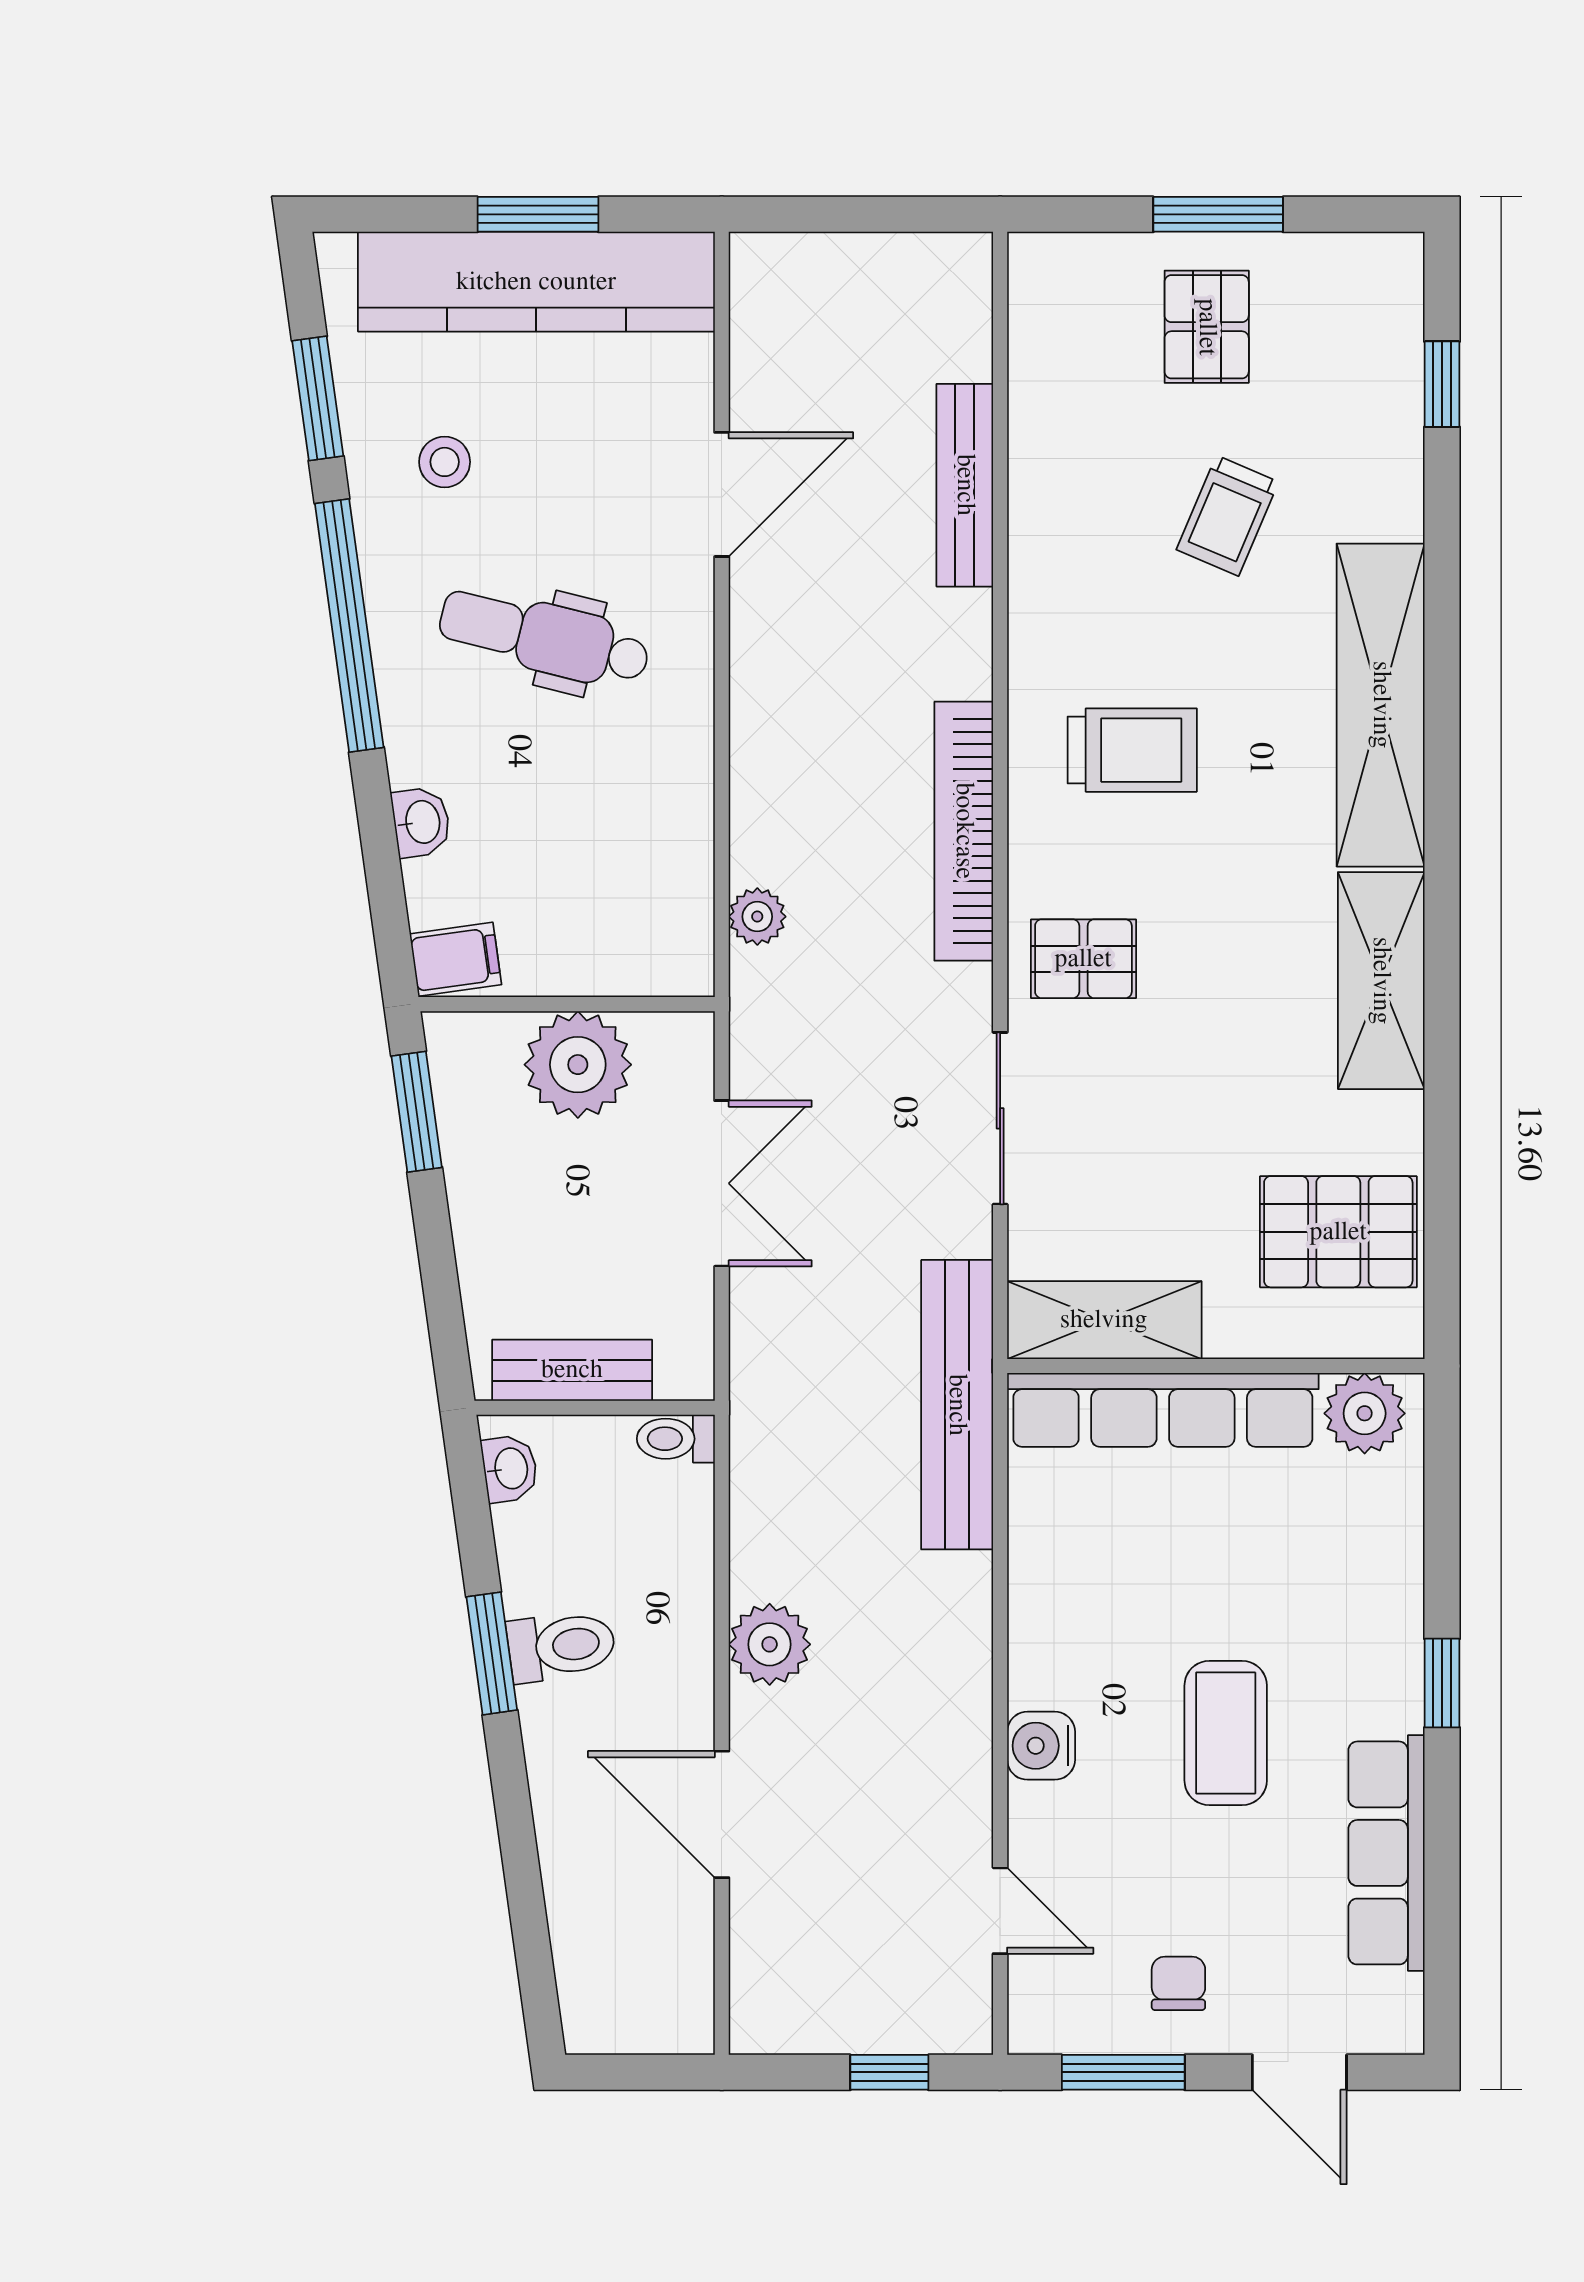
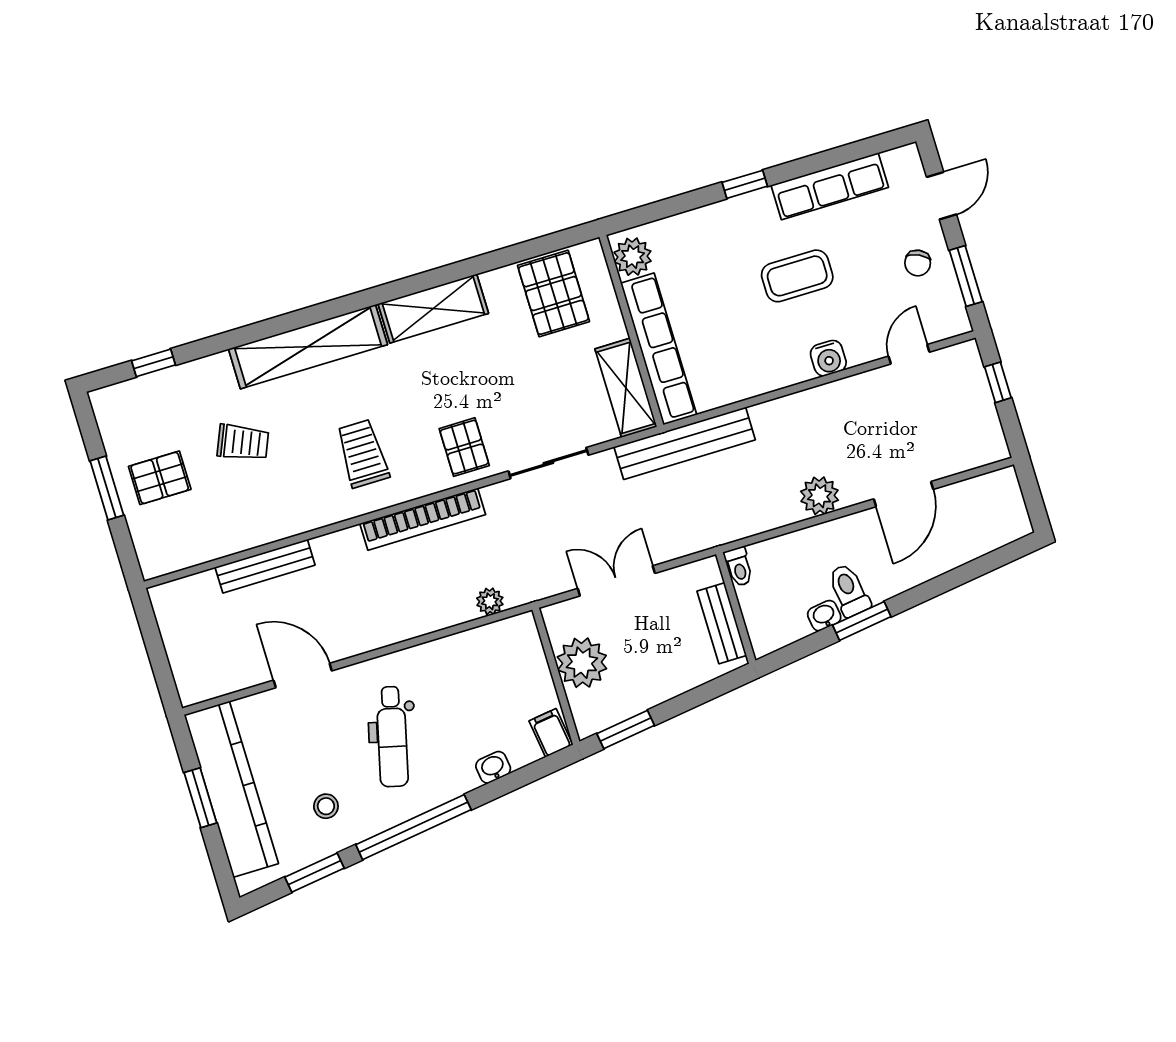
washbasin: (510, 1469) -> (824, 616), moved
chair: (1178, 1983) -> (918, 263), turned -65

